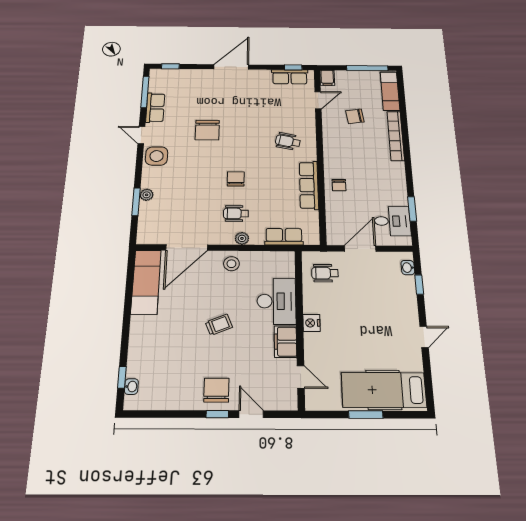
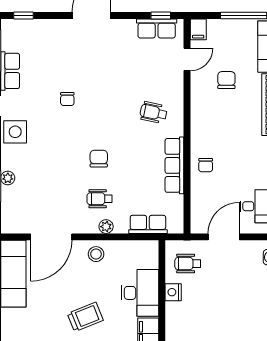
chair: (355, 116) -> (226, 80), turned 98
chair: (207, 130) -> (67, 99), width x0.54, depth x0.54
nightstand: (311, 323) -> (173, 292), moved
trolley: (219, 325) -> (85, 317), width x1.36, depth x1.39

